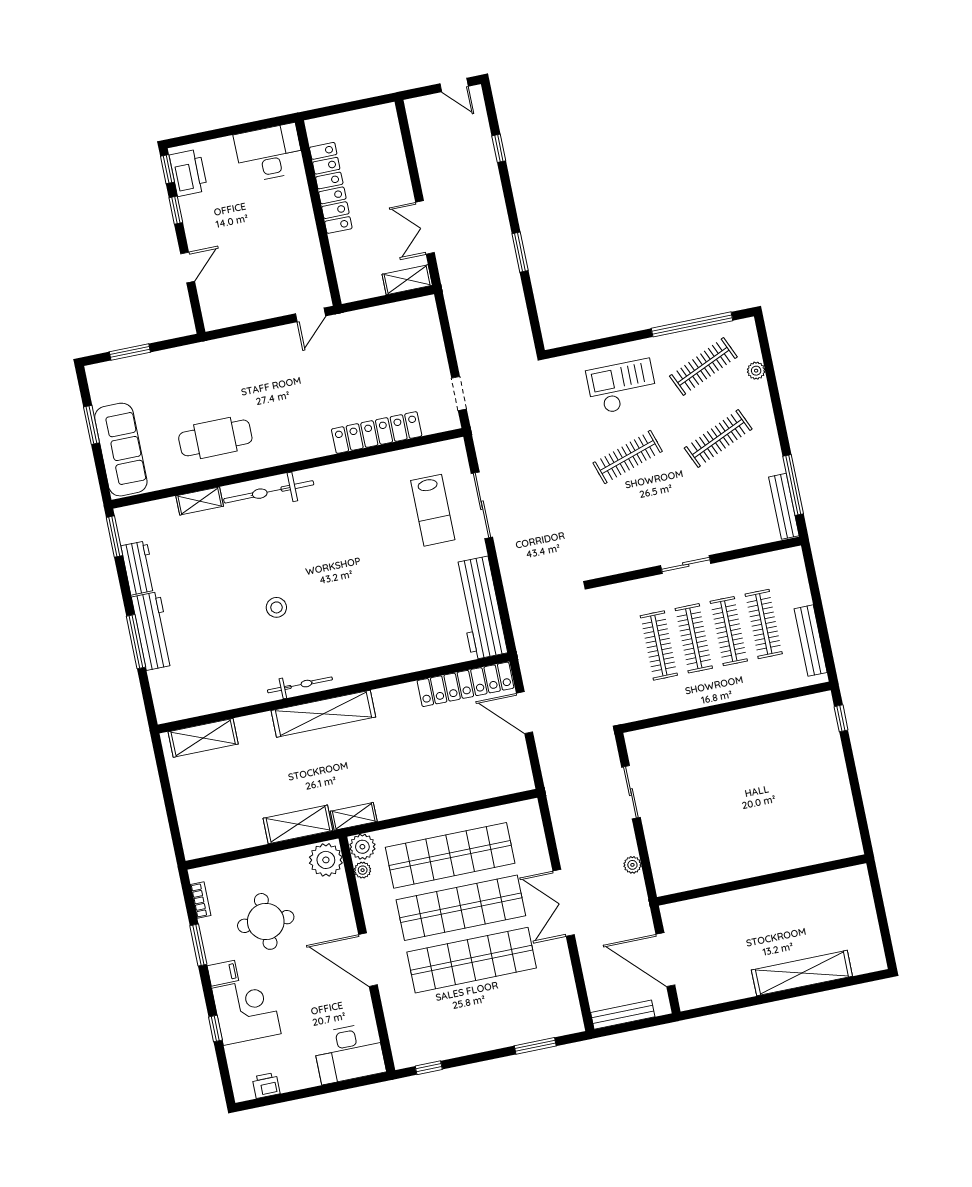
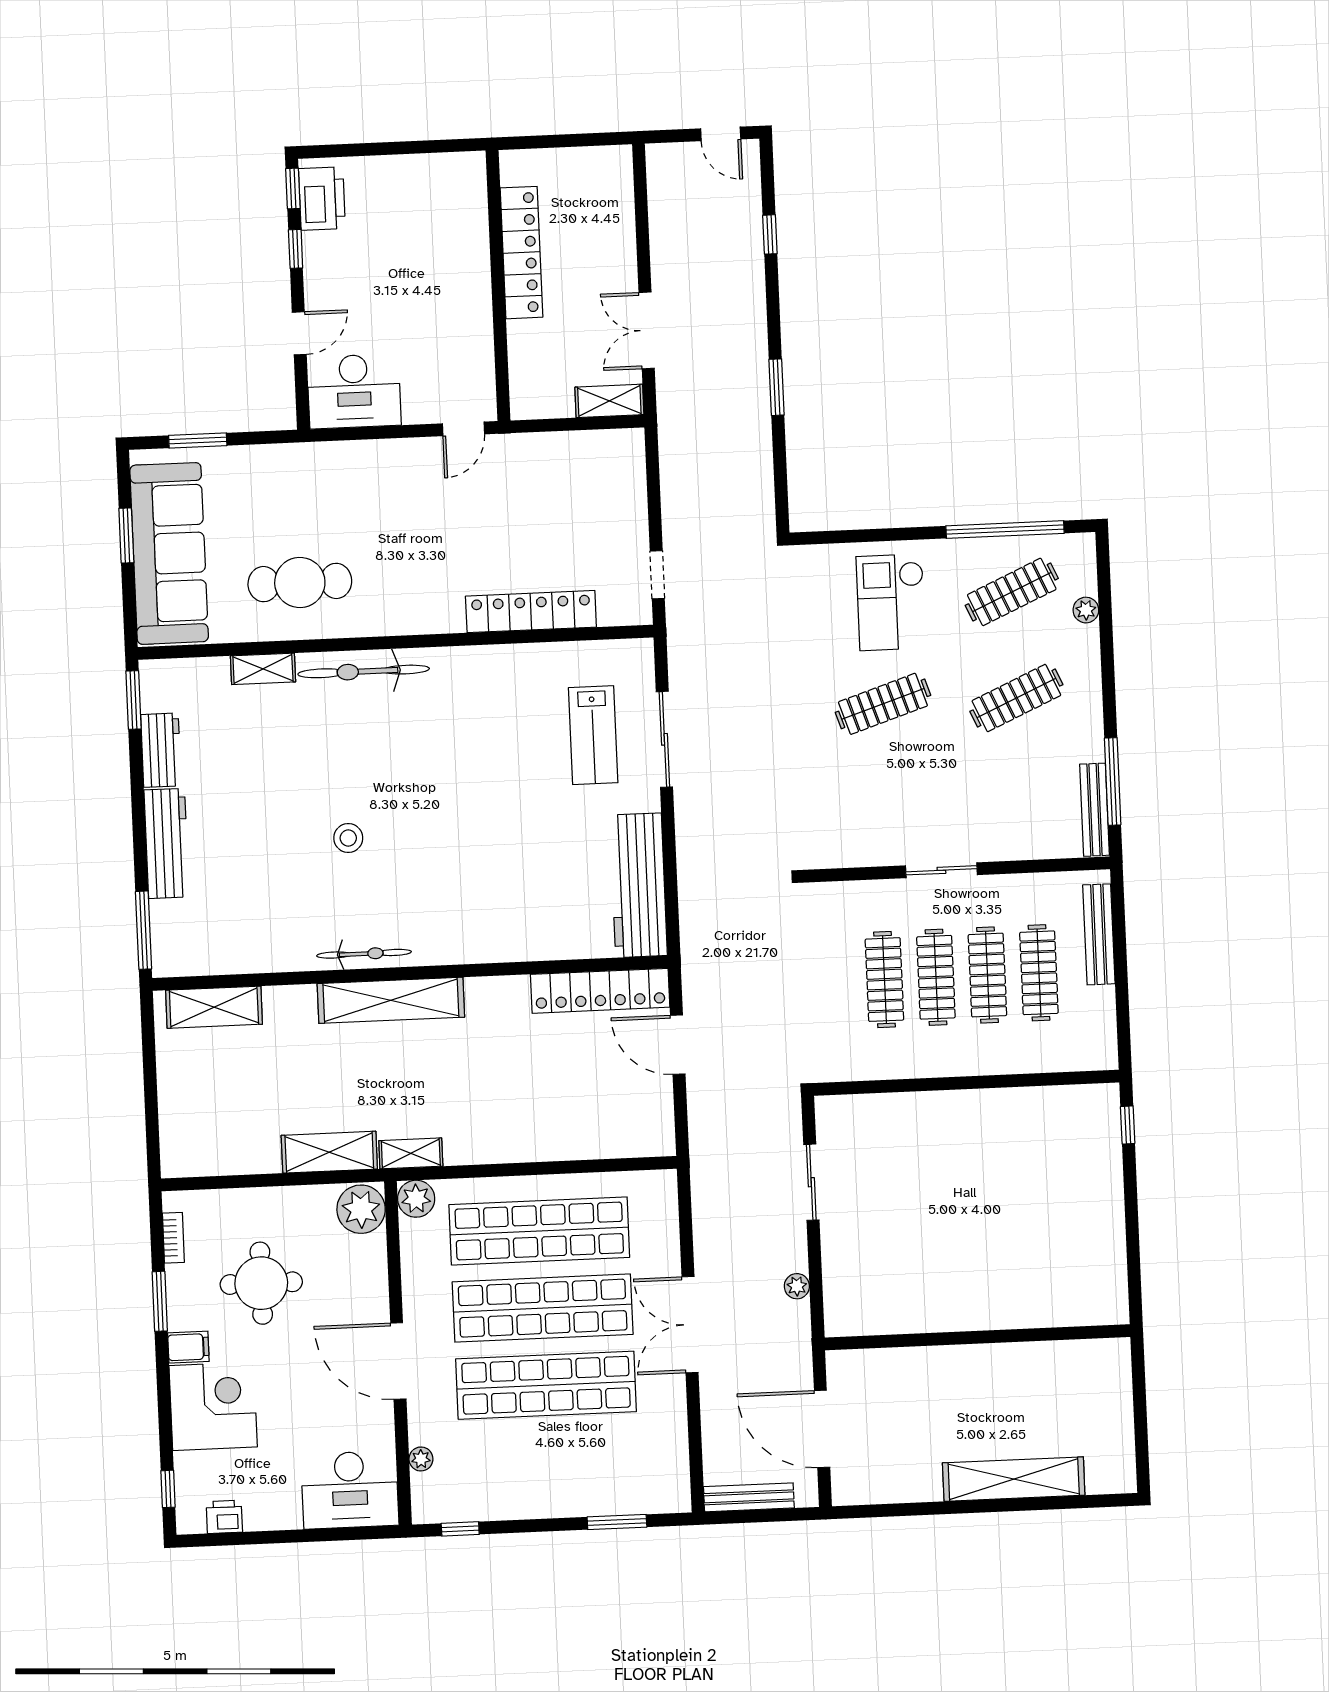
desk: (269, 153) -> (354, 391), moved, turned 180
checkout: (622, 387) -> (891, 602), turned -90
sofa: (121, 450) -> (169, 553), width x1.36, depth x1.27
bench: (811, 641) -> (1099, 934), moved
window: (136, 642) -> (144, 930), moved
plant: (363, 870) -> (421, 1459), moved
window: (215, 1029) -> (168, 1489), moved

